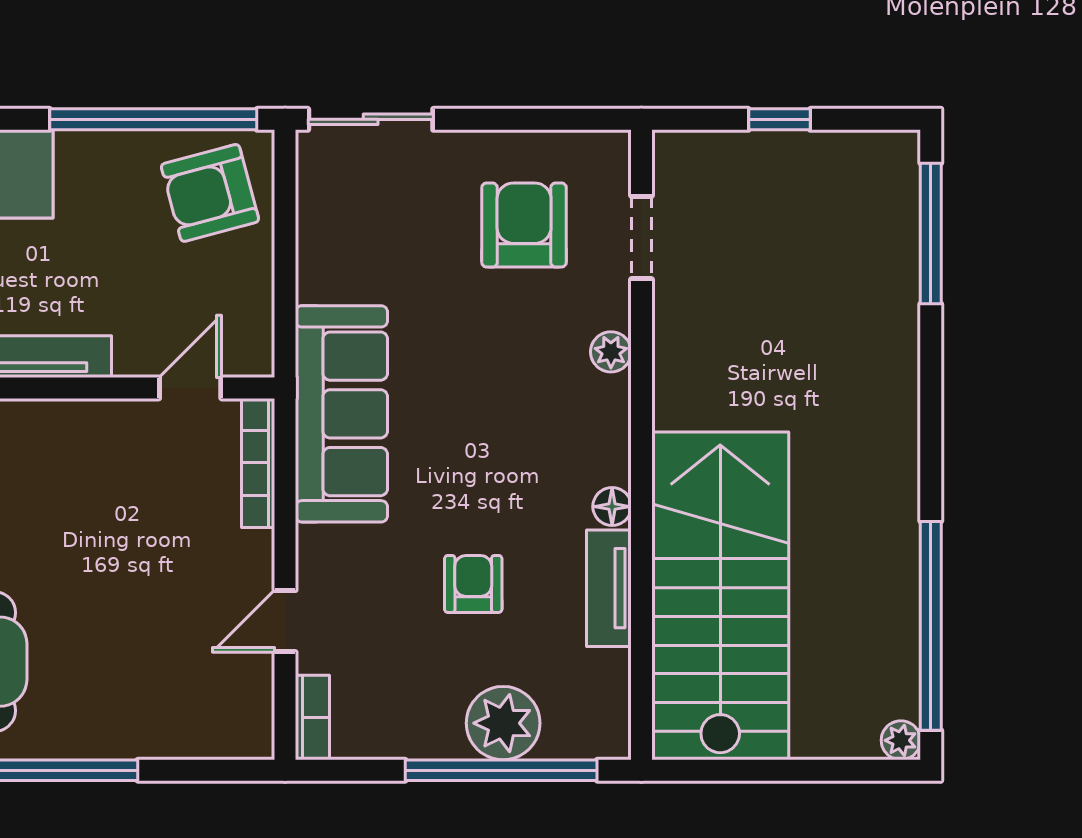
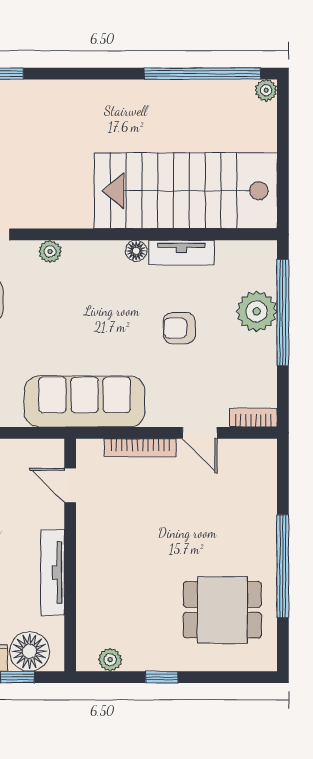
bookcase: (258, 463) -> (140, 448), moved

